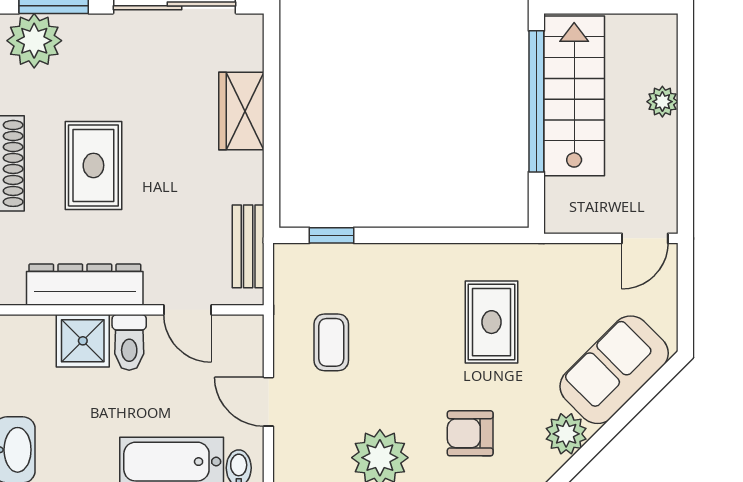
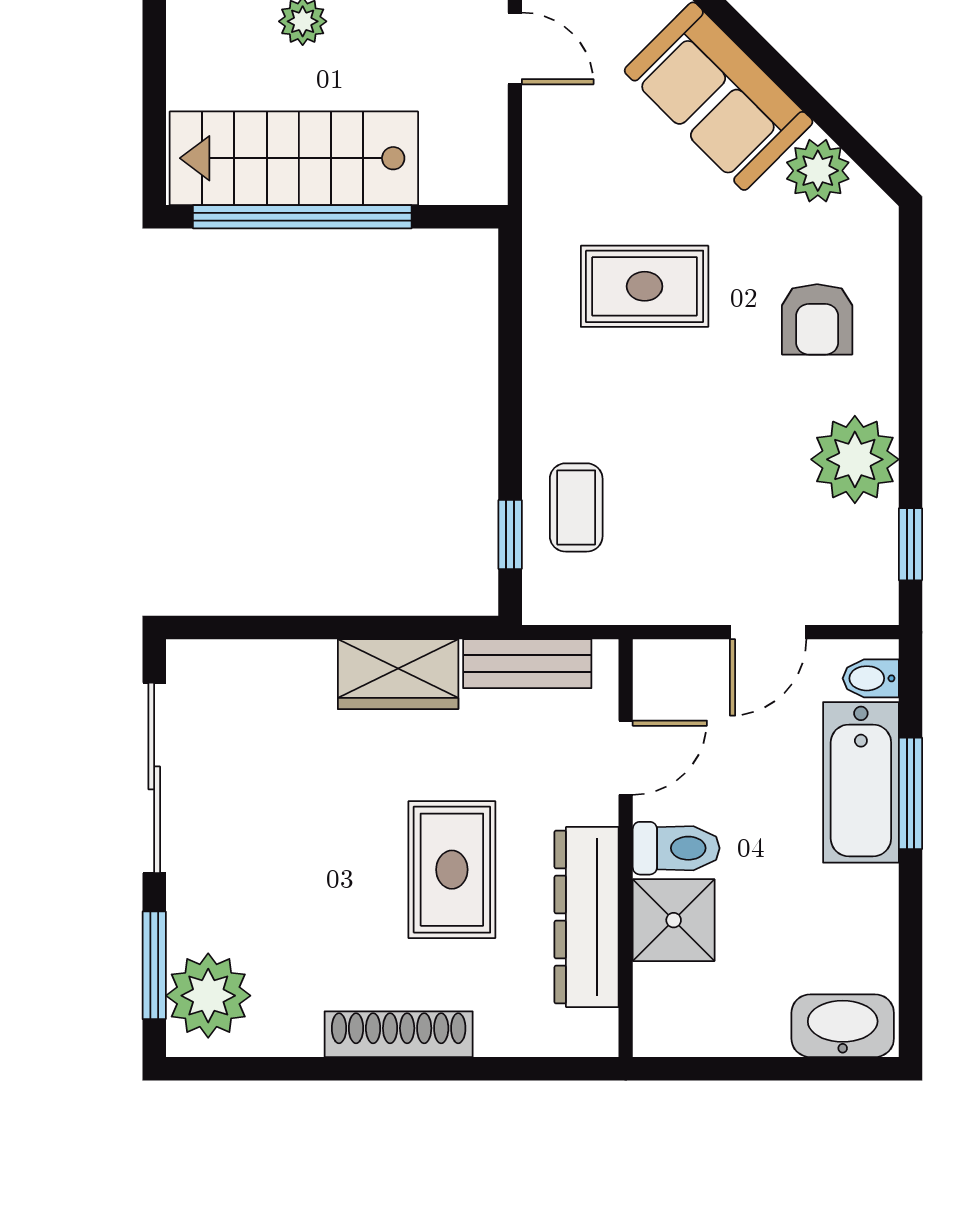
wardrobe: (241, 111) -> (398, 674), moved
rug: (93, 165) -> (452, 870), moved, turned 90
coffee table: (331, 342) -> (576, 507), moved, turned 90

